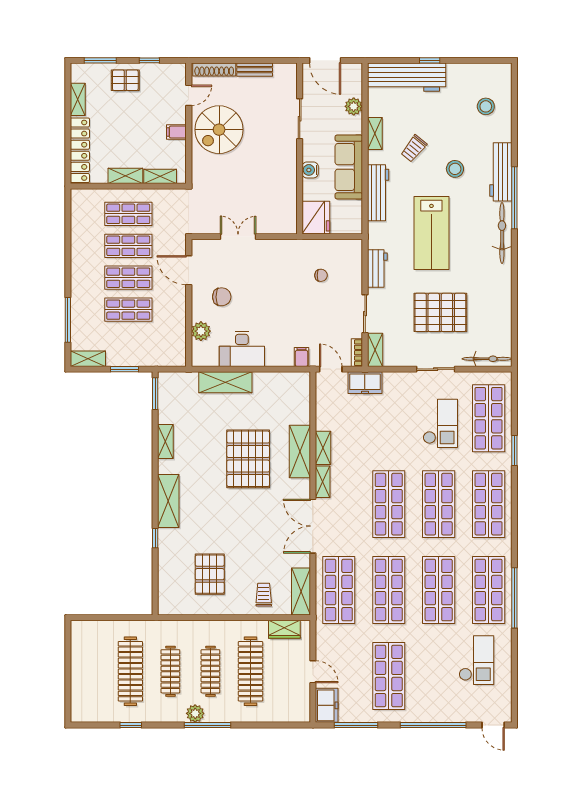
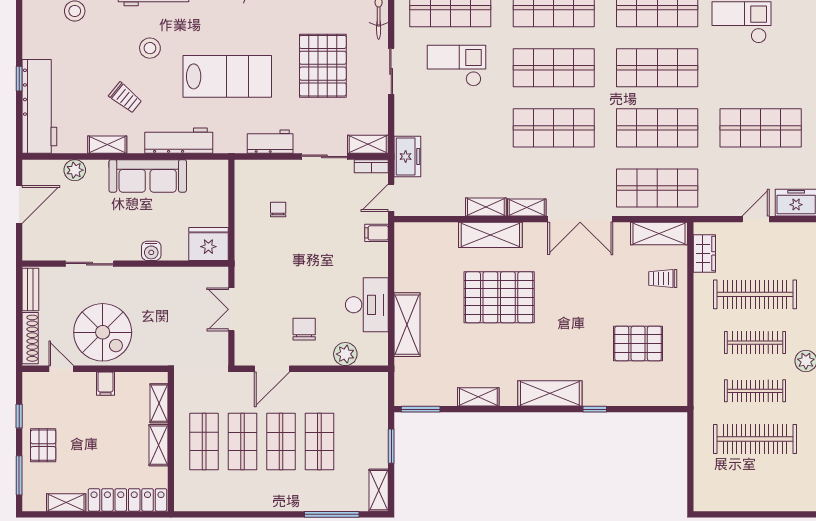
sliding door: (300, 119) -> (90, 264), moved
wall: (300, 148) -> (125, 264), moved
water cooler: (310, 170) -> (151, 251), moved
fridge: (316, 217) -> (208, 244), moved

